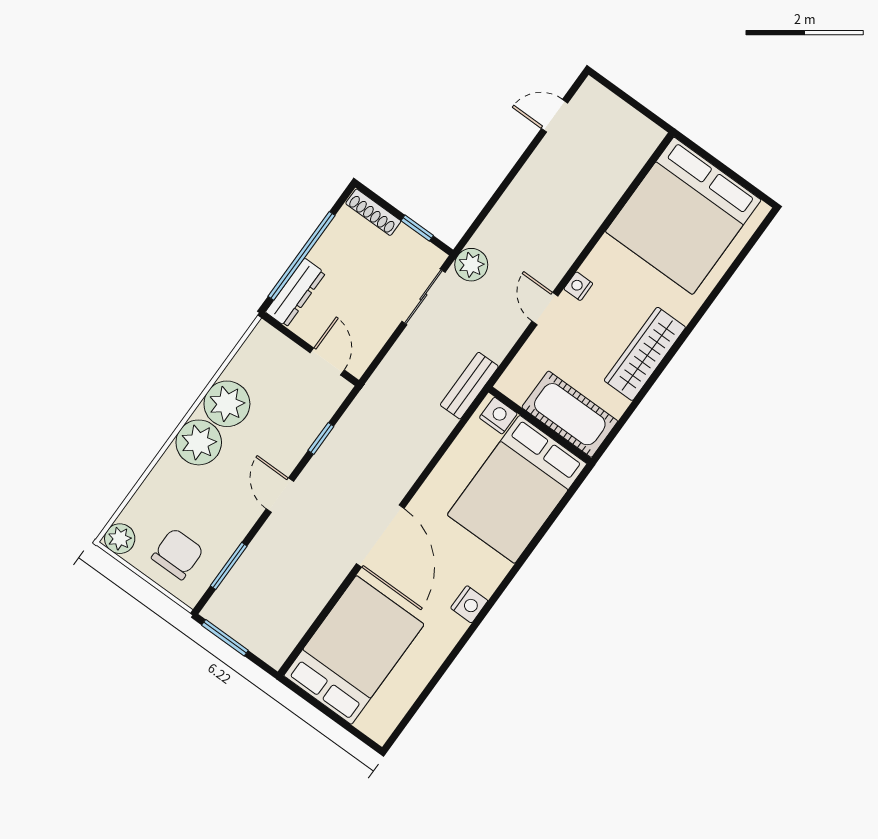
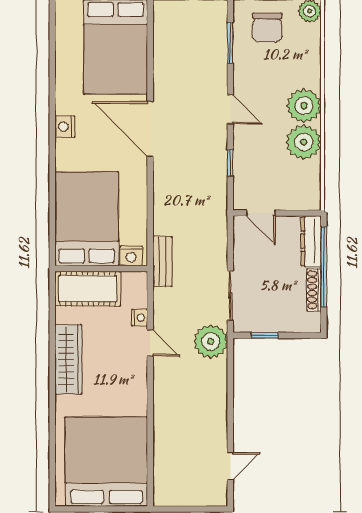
shoe rack: (373, 212) -> (314, 290), moved, turned -90
plant: (471, 265) -> (211, 341), width x1.36, depth x1.36
nightstand: (578, 286) -> (140, 318), moved

